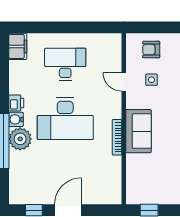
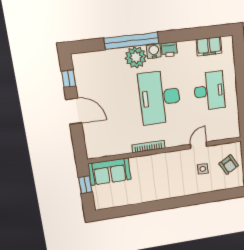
filing cabinet: (18, 46) -> (209, 46), moved
armchair: (151, 50) -> (229, 165), turned 150
sofa: (138, 131) -> (110, 172), moved

